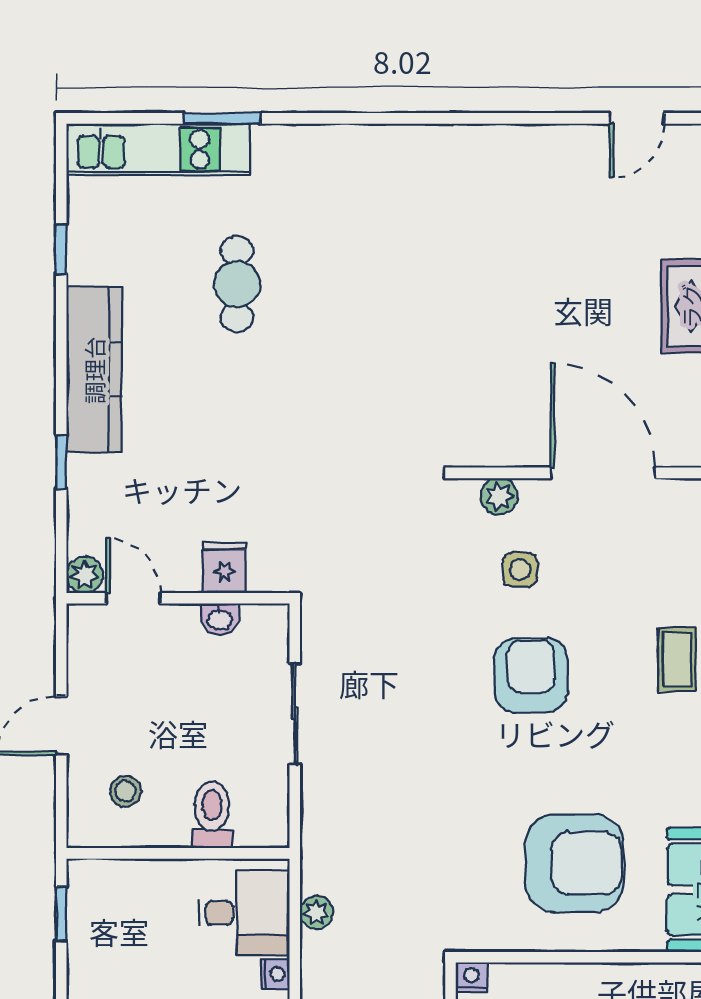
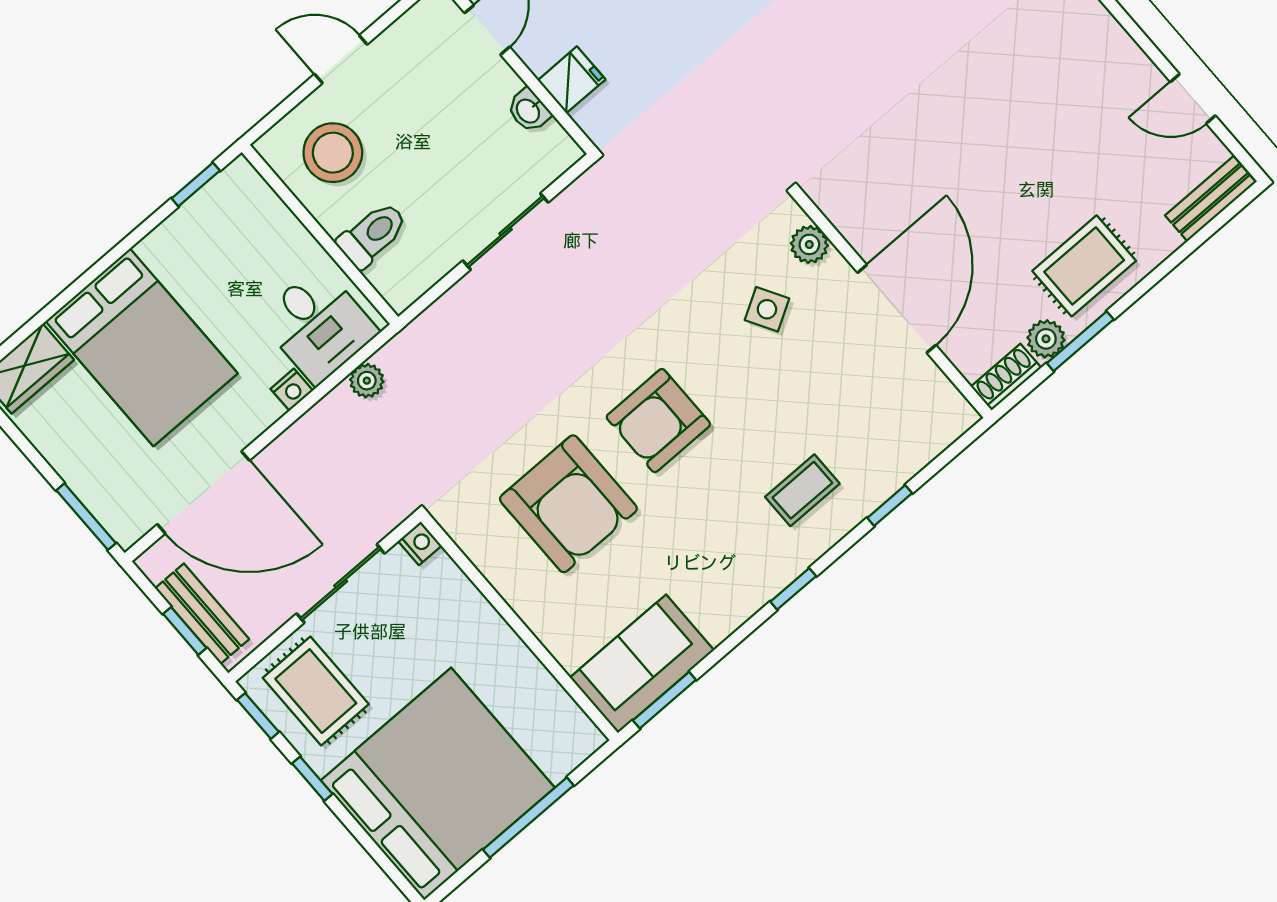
side table: (520, 570) -> (767, 309), turned -30
armchair: (531, 675) -> (658, 421), moved, turned 180
stool: (126, 791) -> (333, 153), width x1.89, depth x1.89
armchair: (575, 863) -> (568, 504), moved

